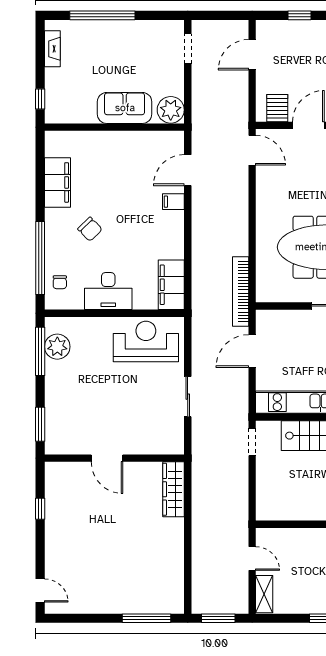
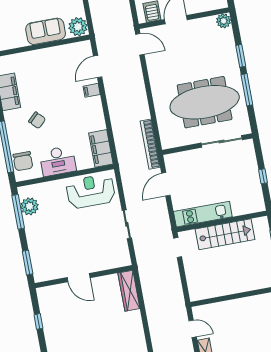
chair: (60, 282) -> (23, 161), width x1.87, depth x1.87

